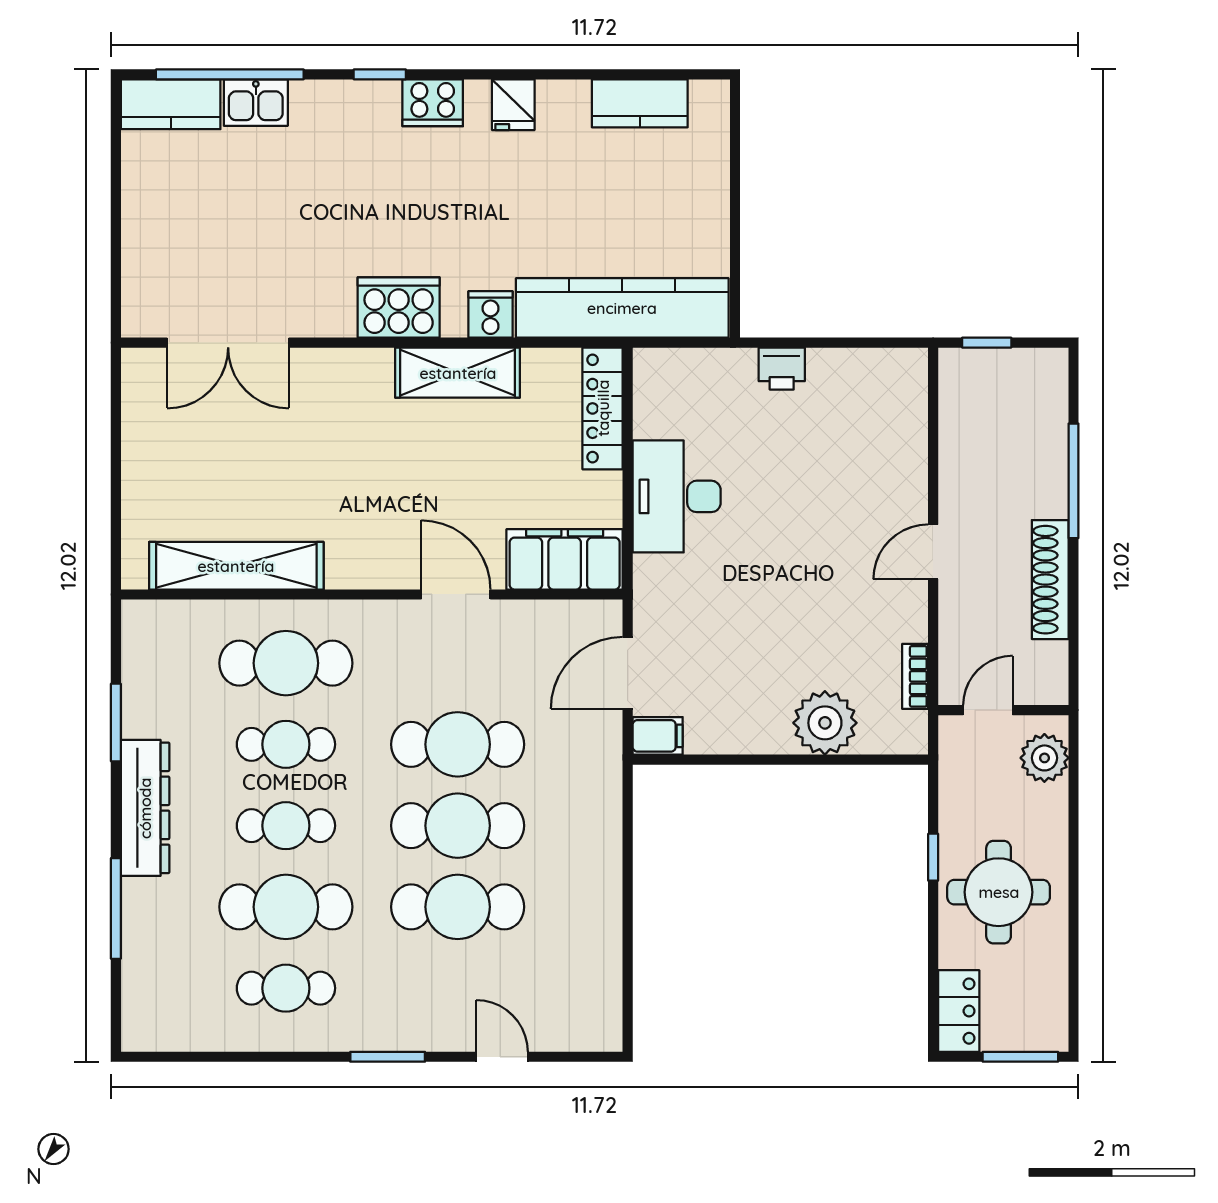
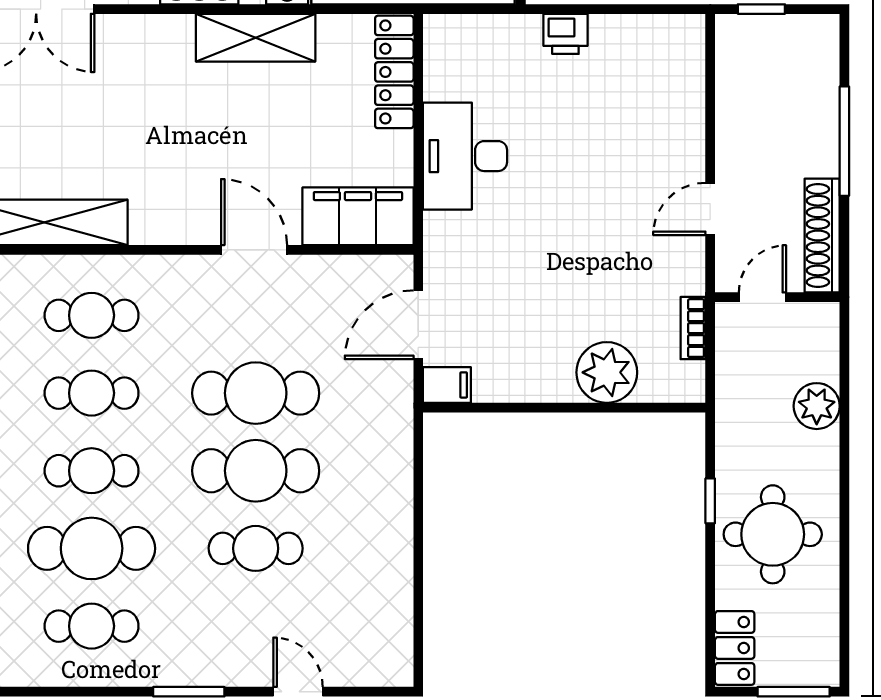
cafe table: (286, 663) -> (92, 315), width x0.73, depth x0.74
door: (988, 710) -> (762, 297), moved
wall: (1003, 710) -> (777, 297), moved
cafe table: (458, 907) -> (256, 548), width x0.73, depth x0.74

